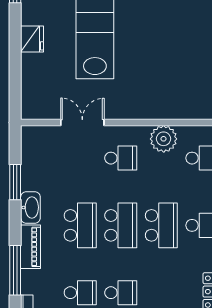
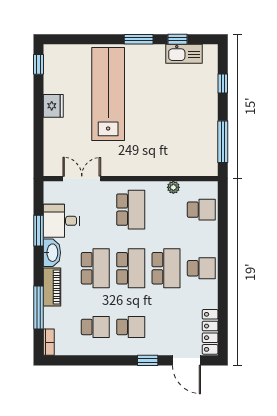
double door: (82, 123) -> (82, 179), moved
plant: (164, 139) -> (173, 187), width x0.53, depth x0.53
school desk: (121, 158) -> (131, 210), width x1.85
desk: (41, 171) -> (61, 221), added

